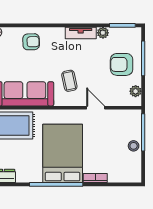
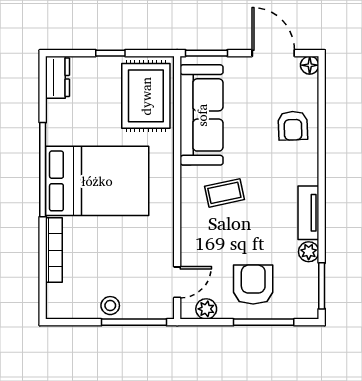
door: (96, 108) -> (177, 282), moved
bookcase: (95, 178) -> (54, 250), width x1.56

